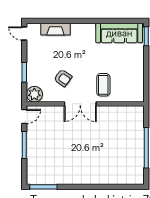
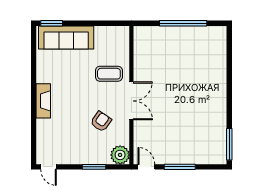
fireplace: (55, 29) -> (43, 101), moved
sofa: (119, 33) -> (66, 37), moved, turned 90
door: (24, 34) -> (49, 167), hinge flipped

